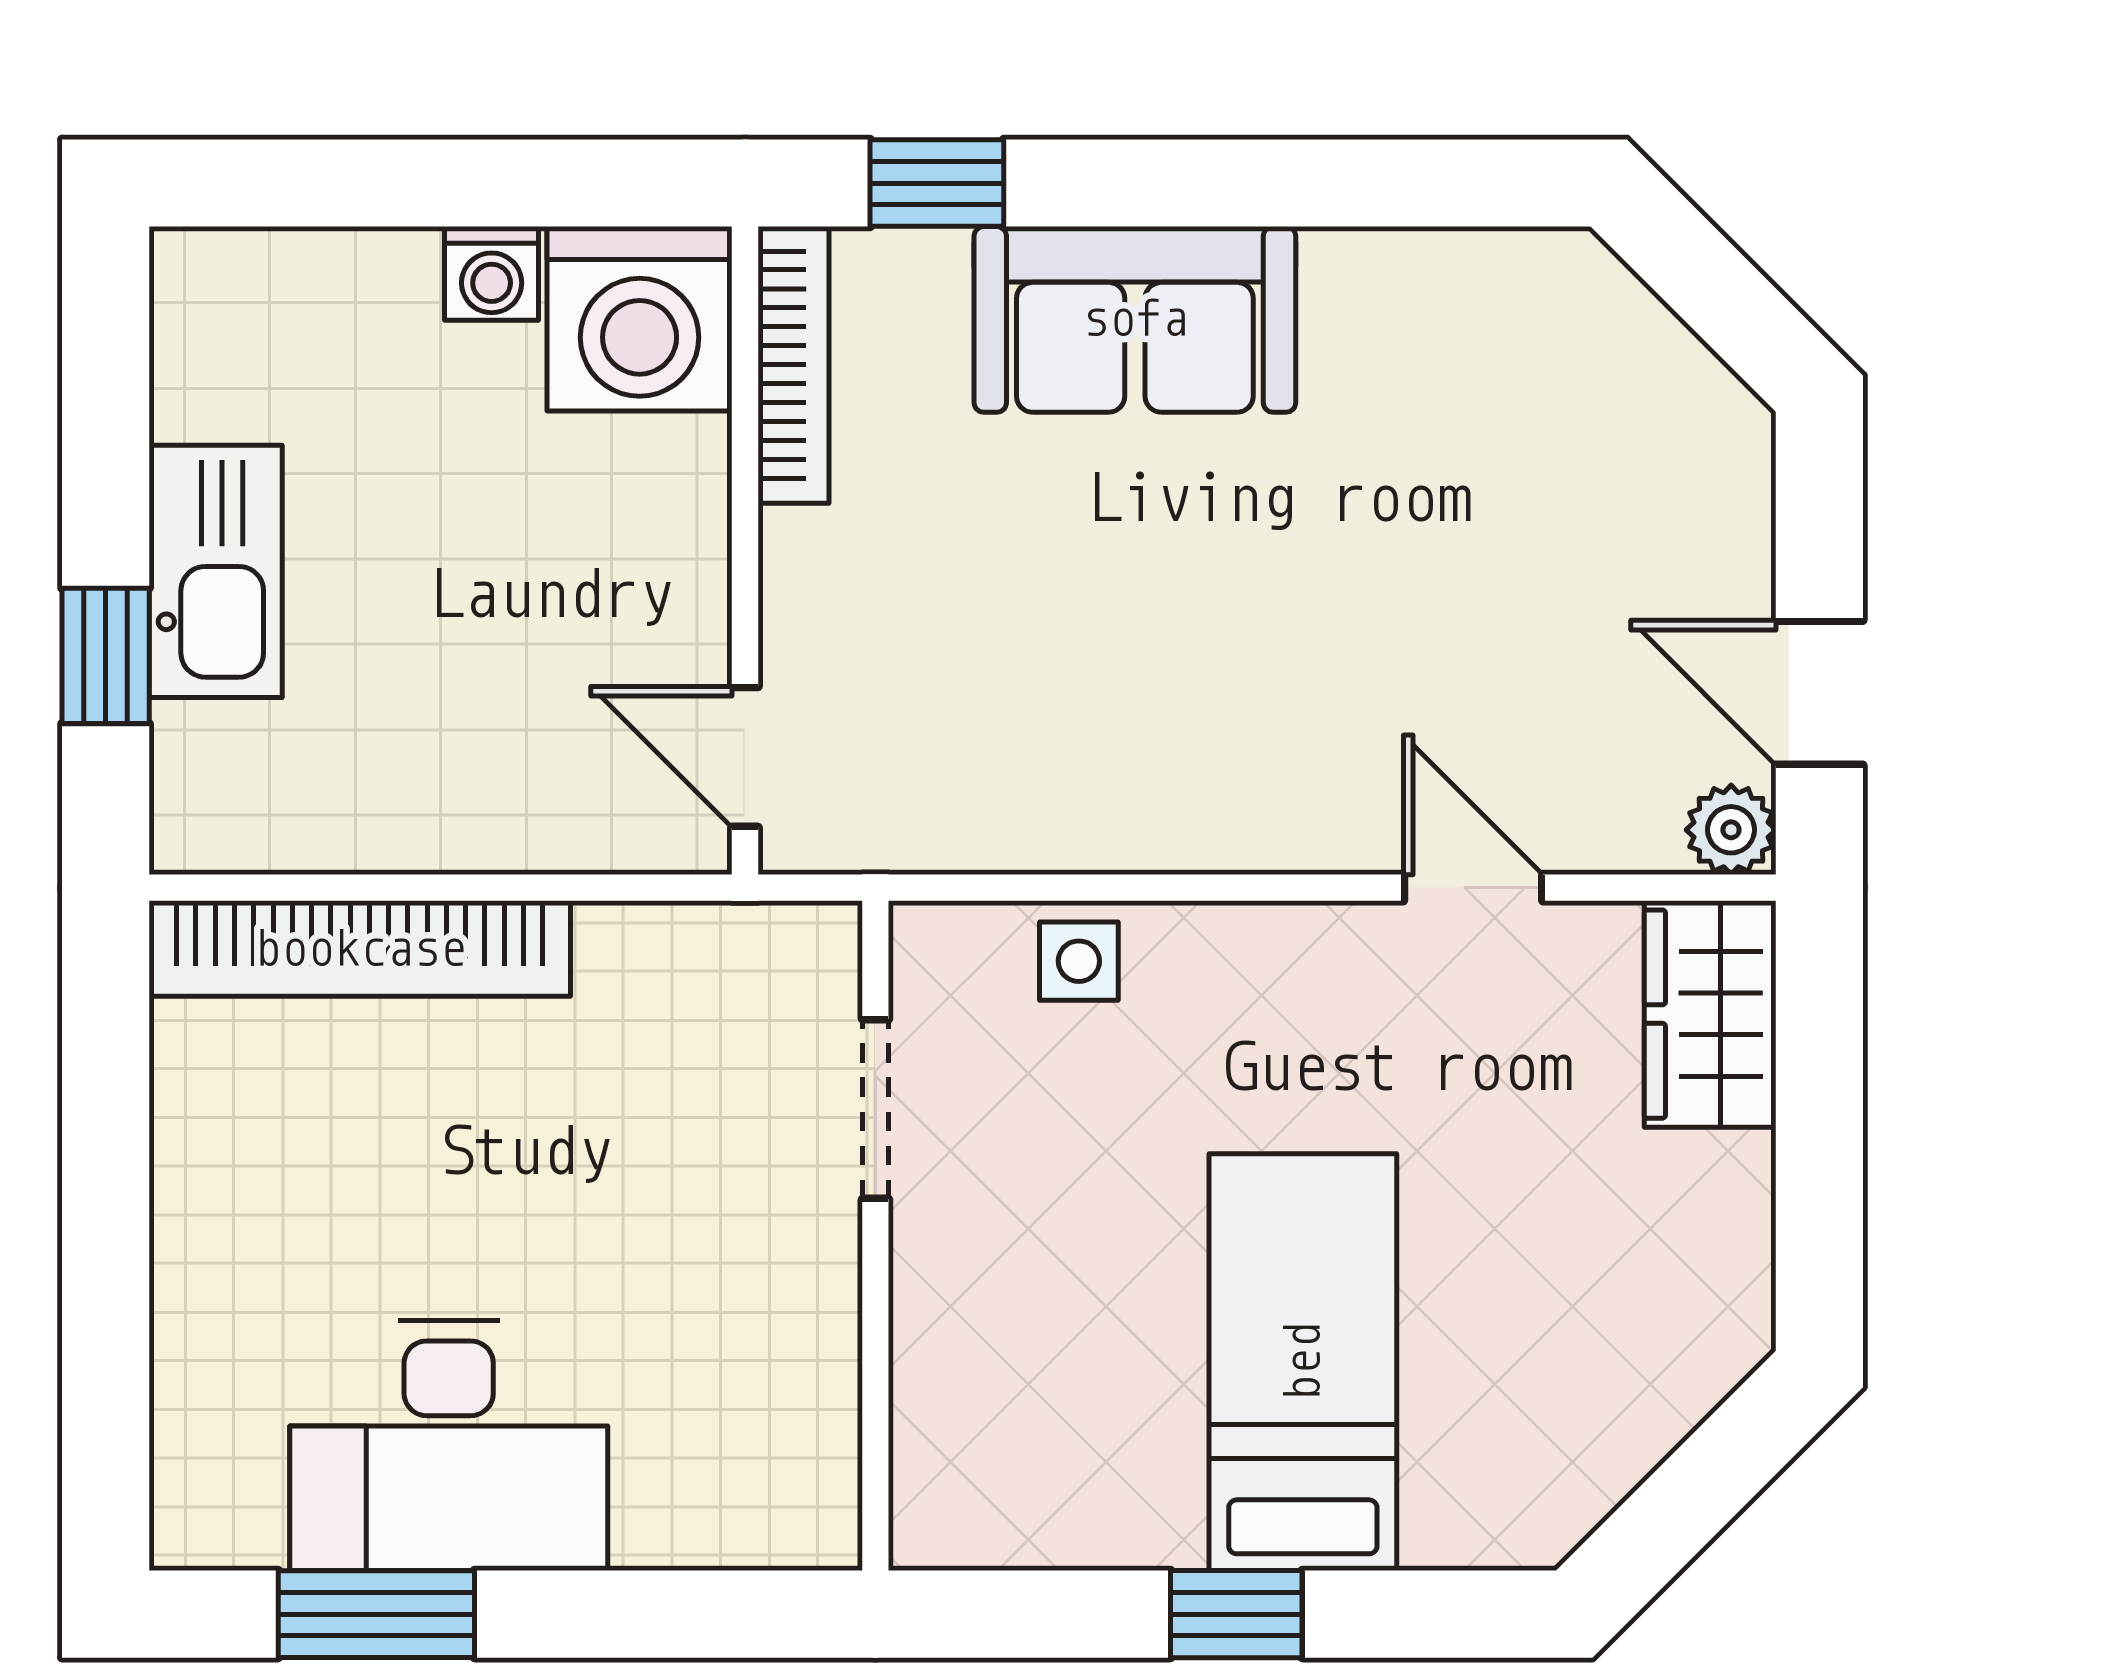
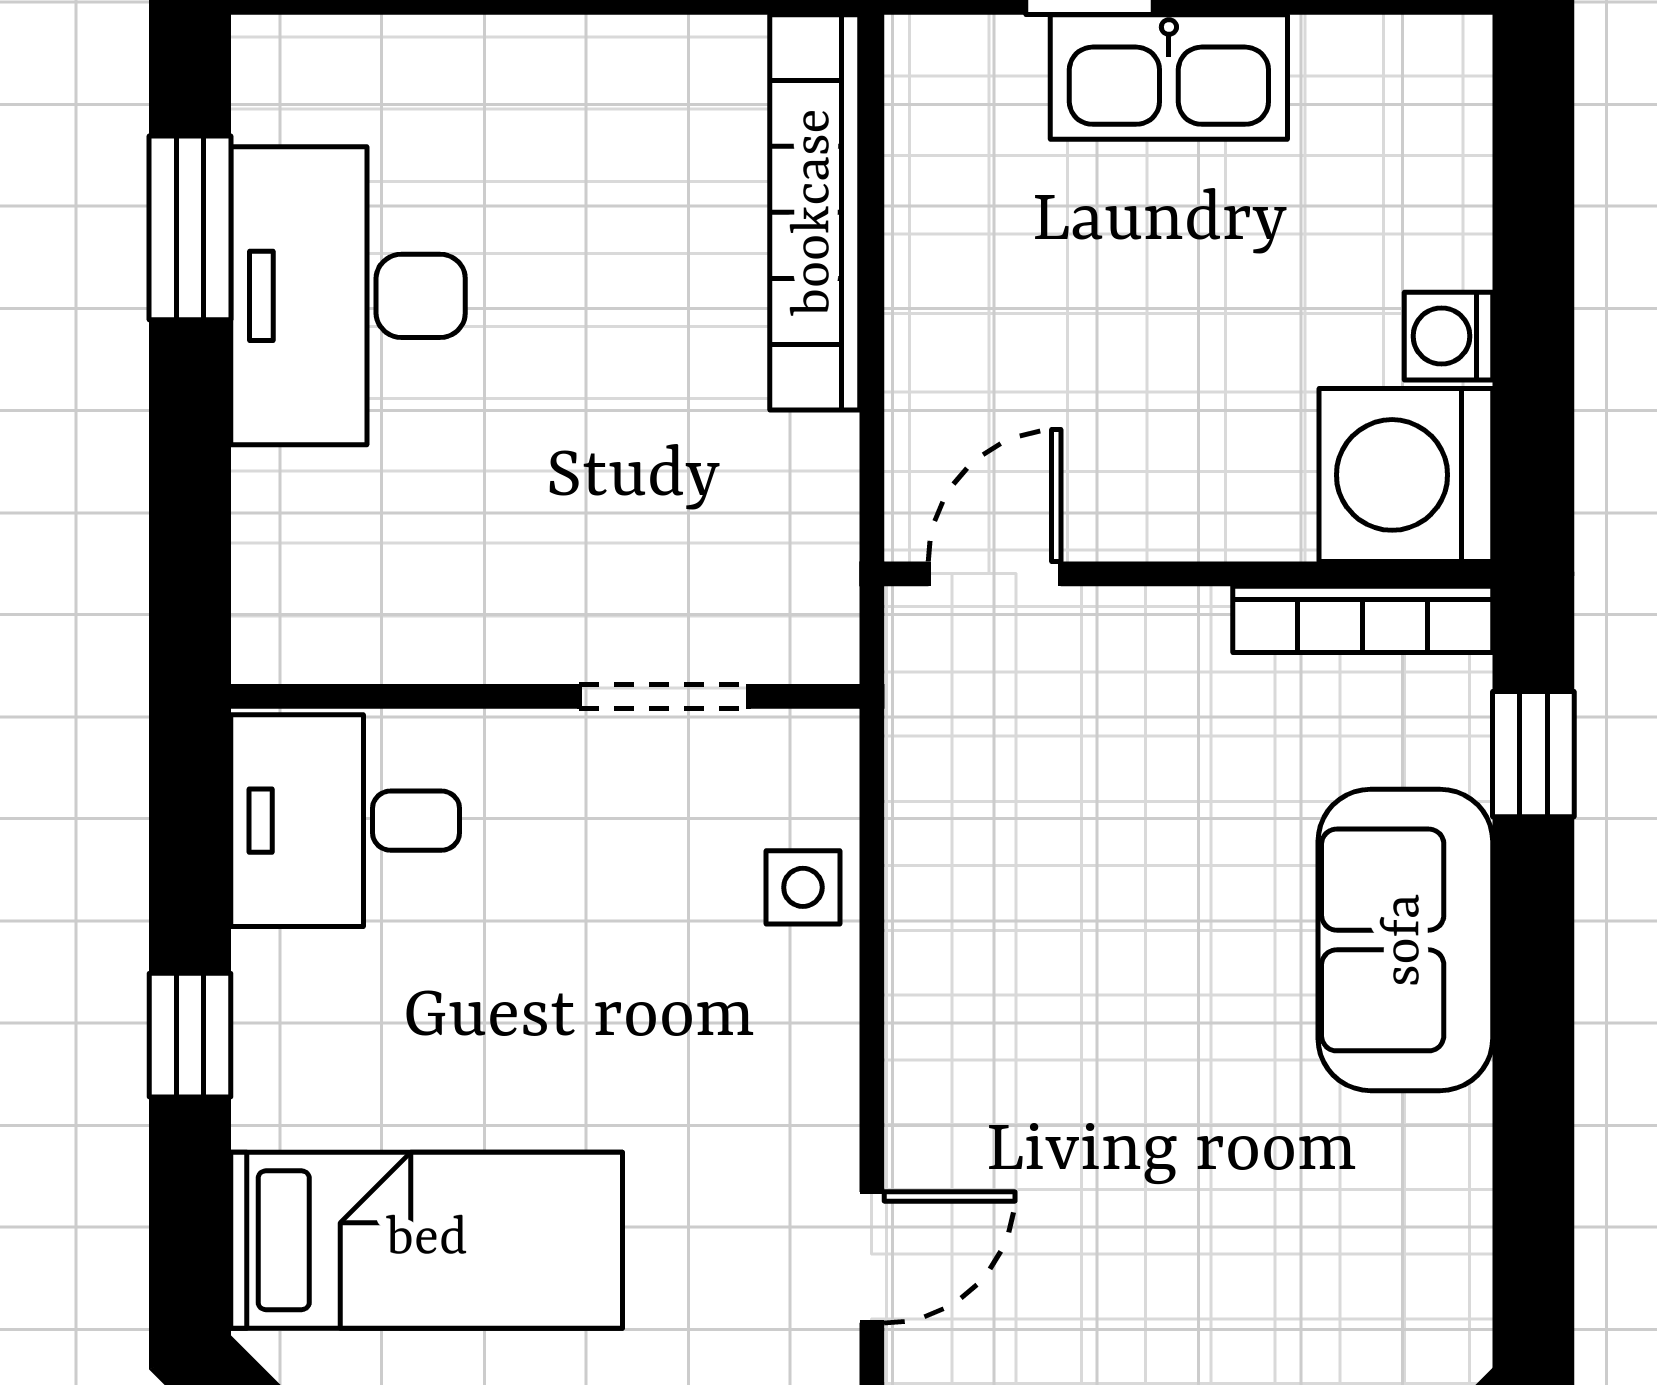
bed: (1303, 1362) -> (427, 1240), moved
desk: (1008, 1449) -> (345, 821), added

